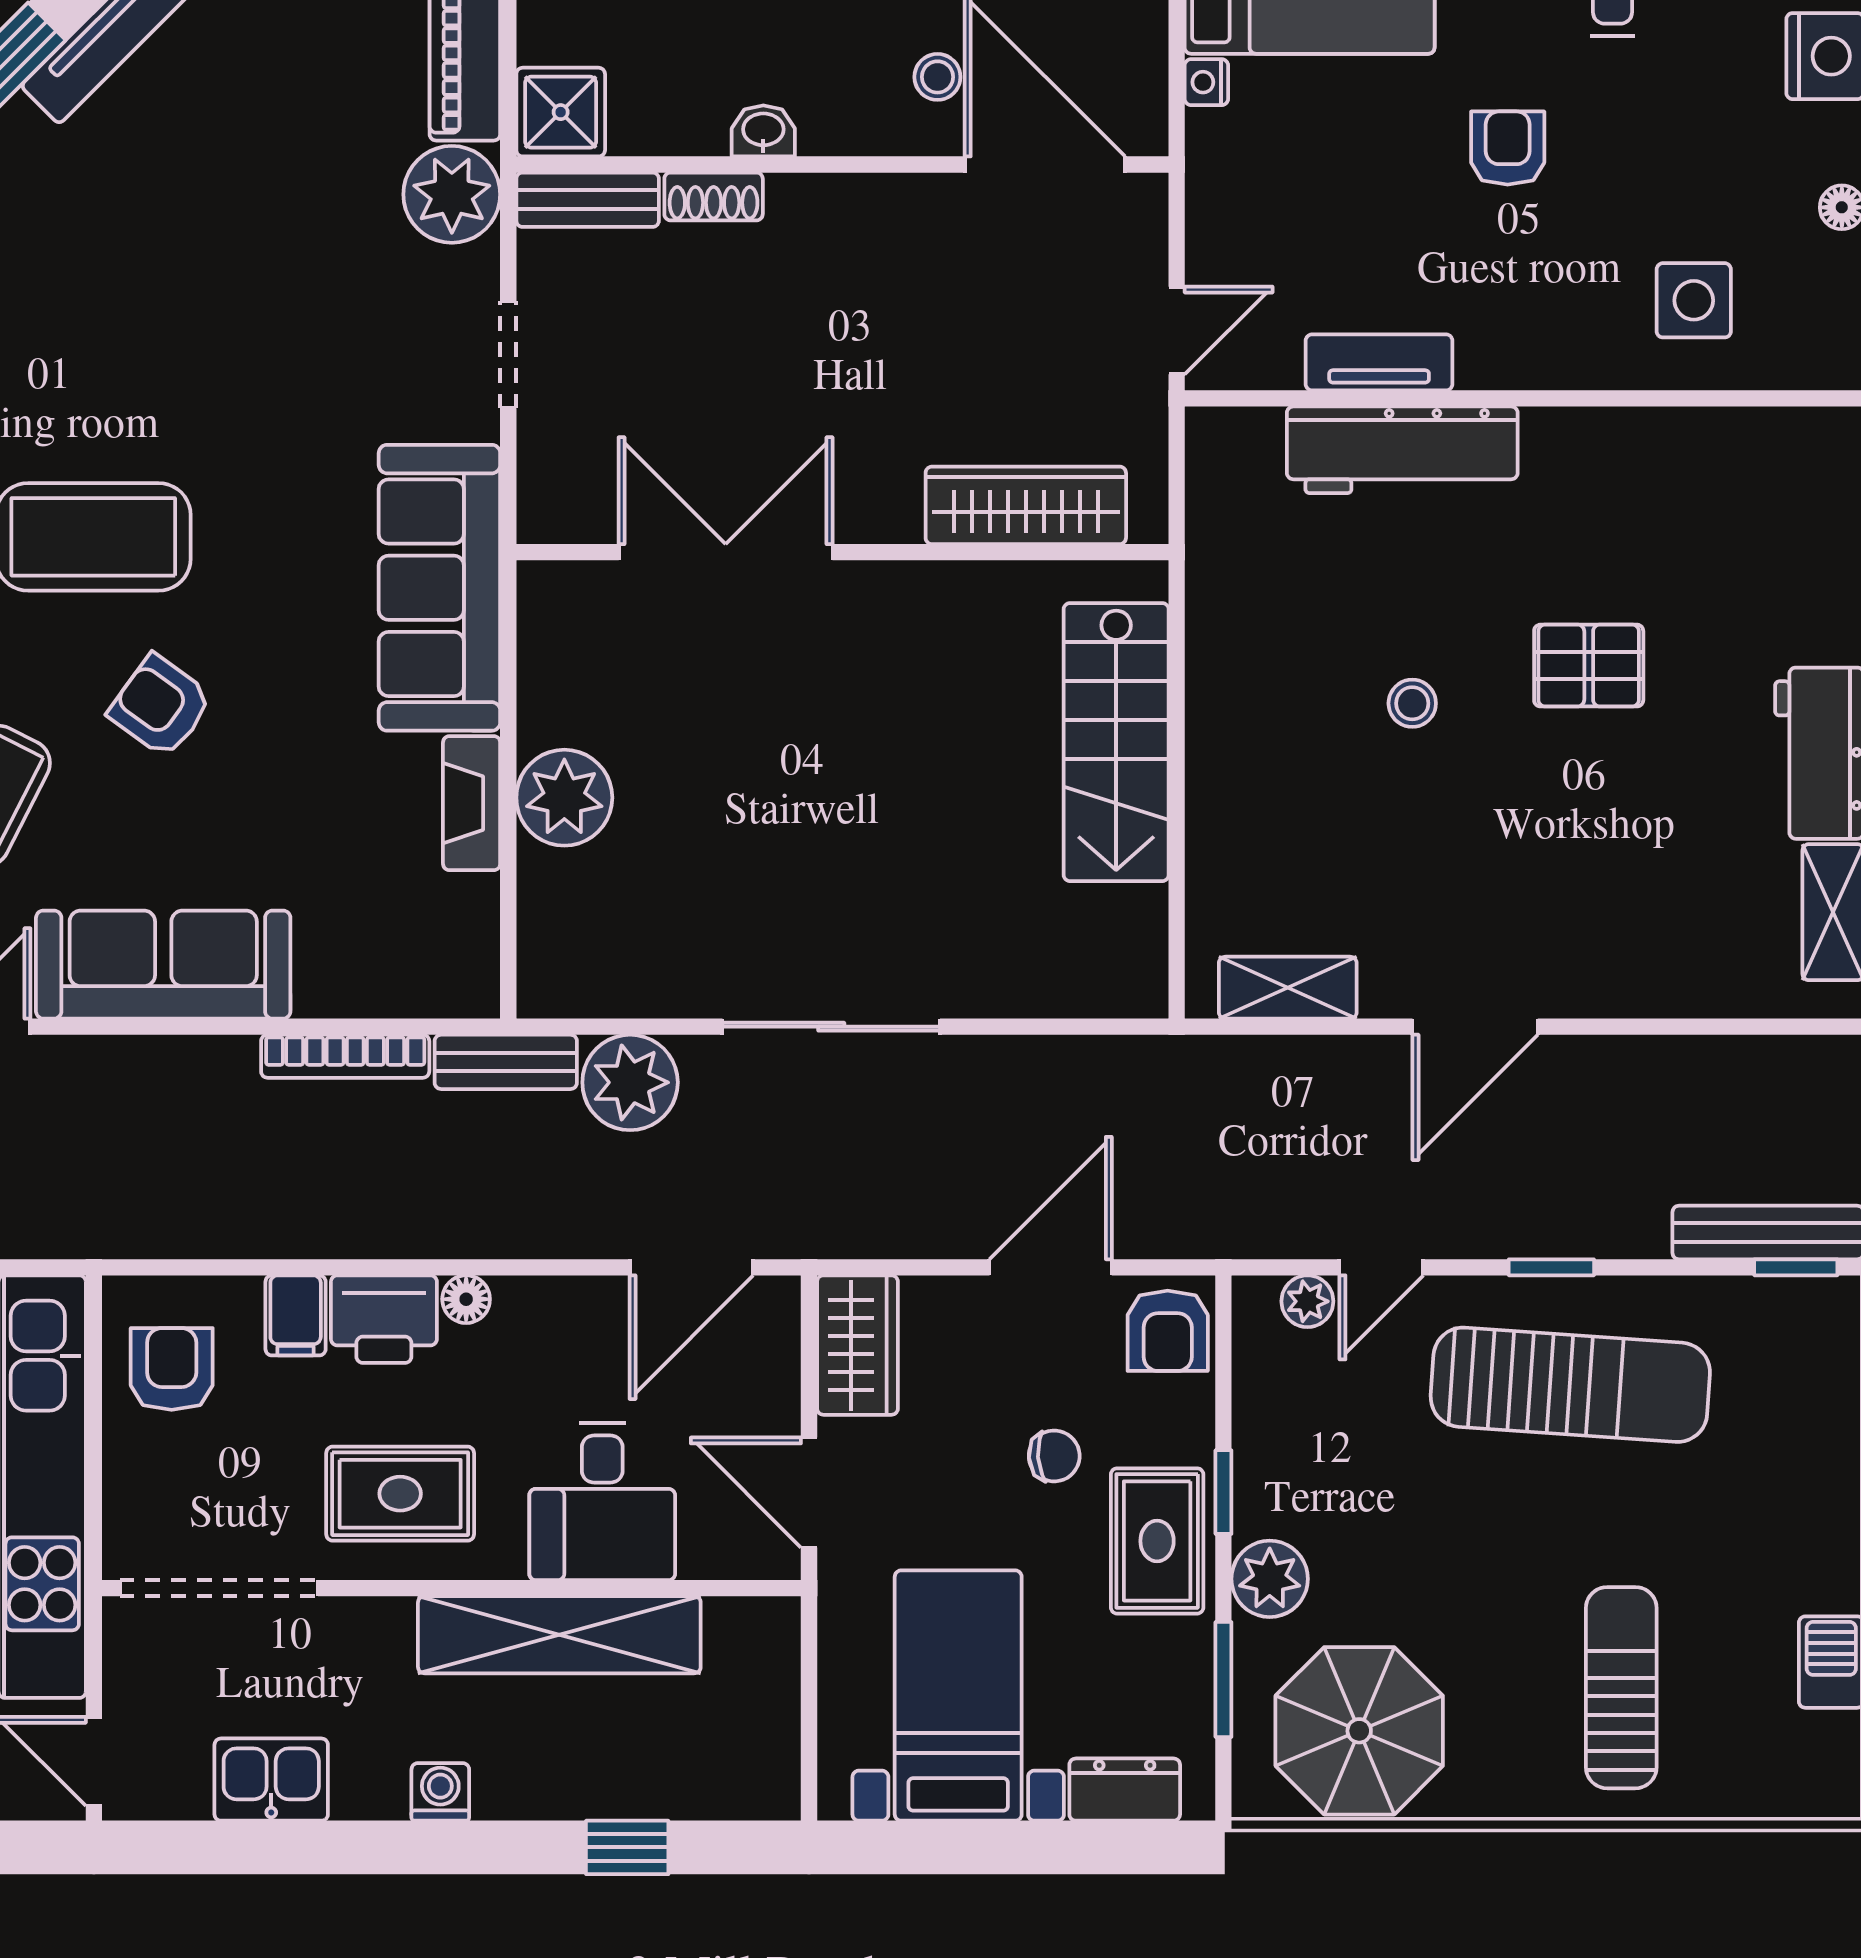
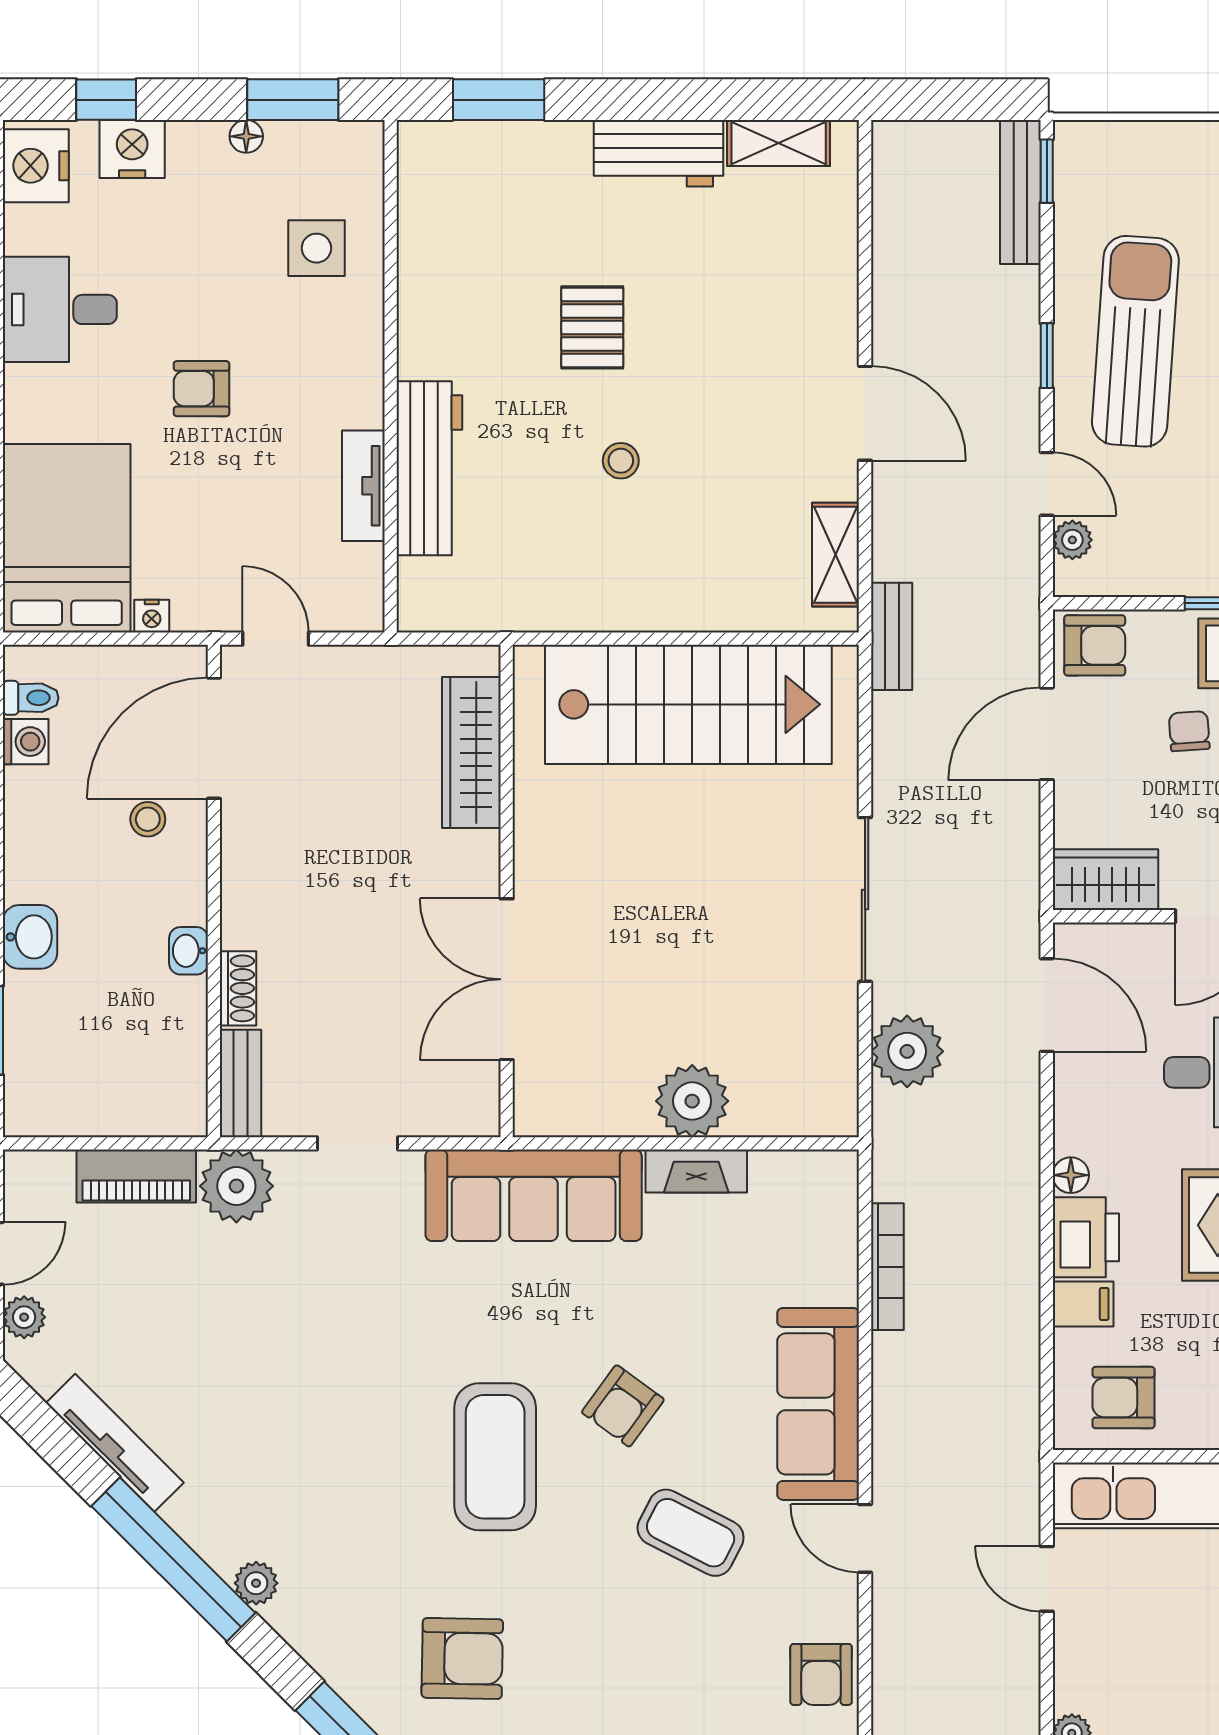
shower: (561, 112) -> (174, 1104), removed
door: (1177, 330) -> (276, 639), moved
stairs: (1116, 742) -> (688, 704), width x1.36, depth x1.51
bench: (506, 1062) -> (892, 636), moved
door: (1051, 1267) -> (1047, 734), hinge flipped

